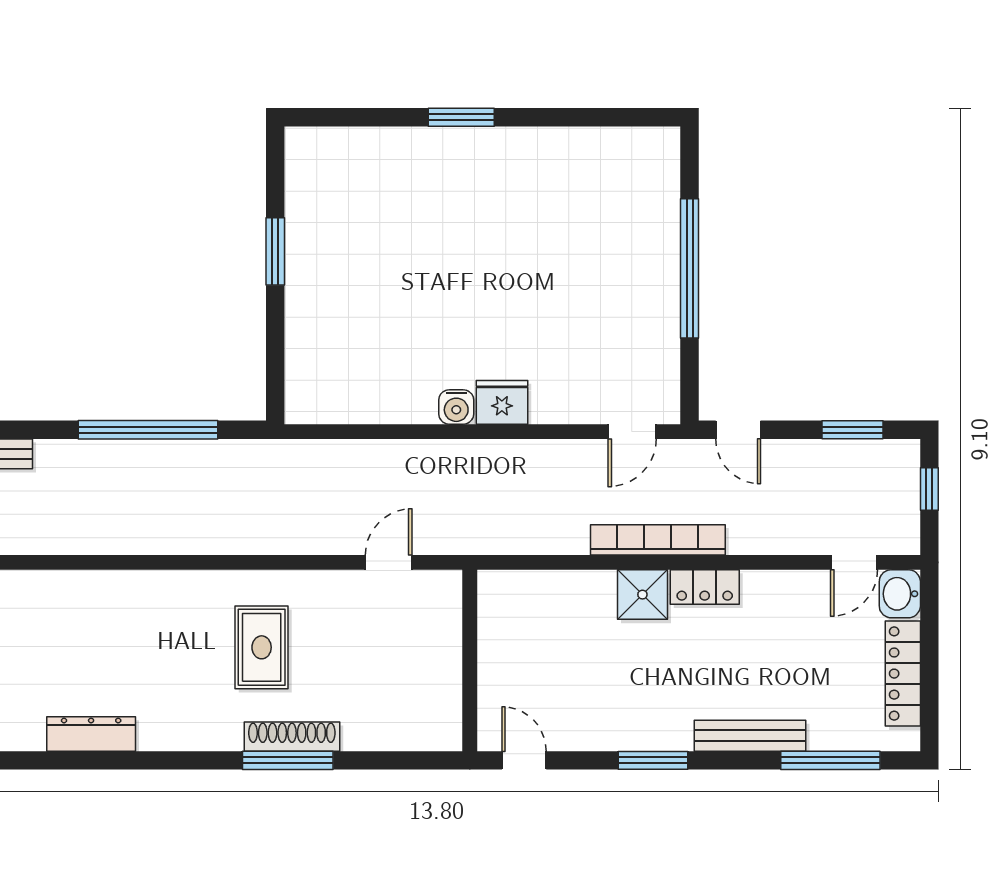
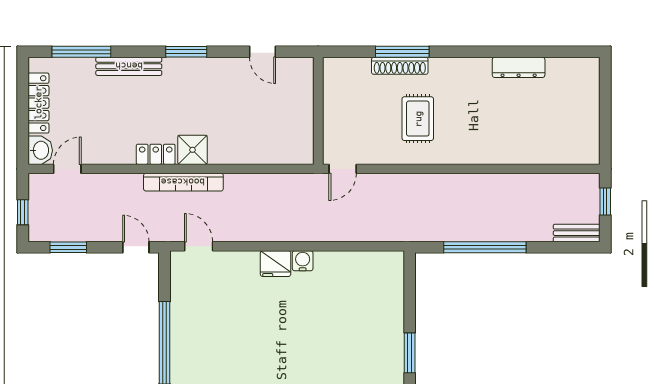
door: (632, 432) -> (199, 246), hinge flipped
wall: (470, 660) -> (318, 111), moved

